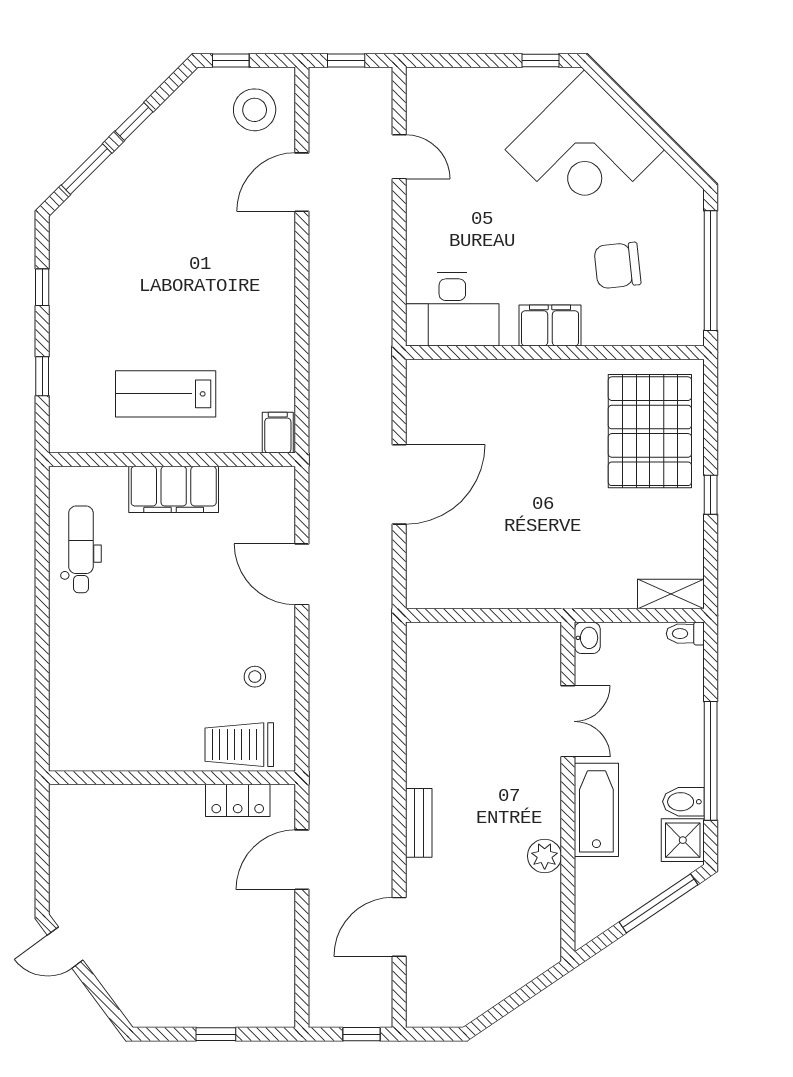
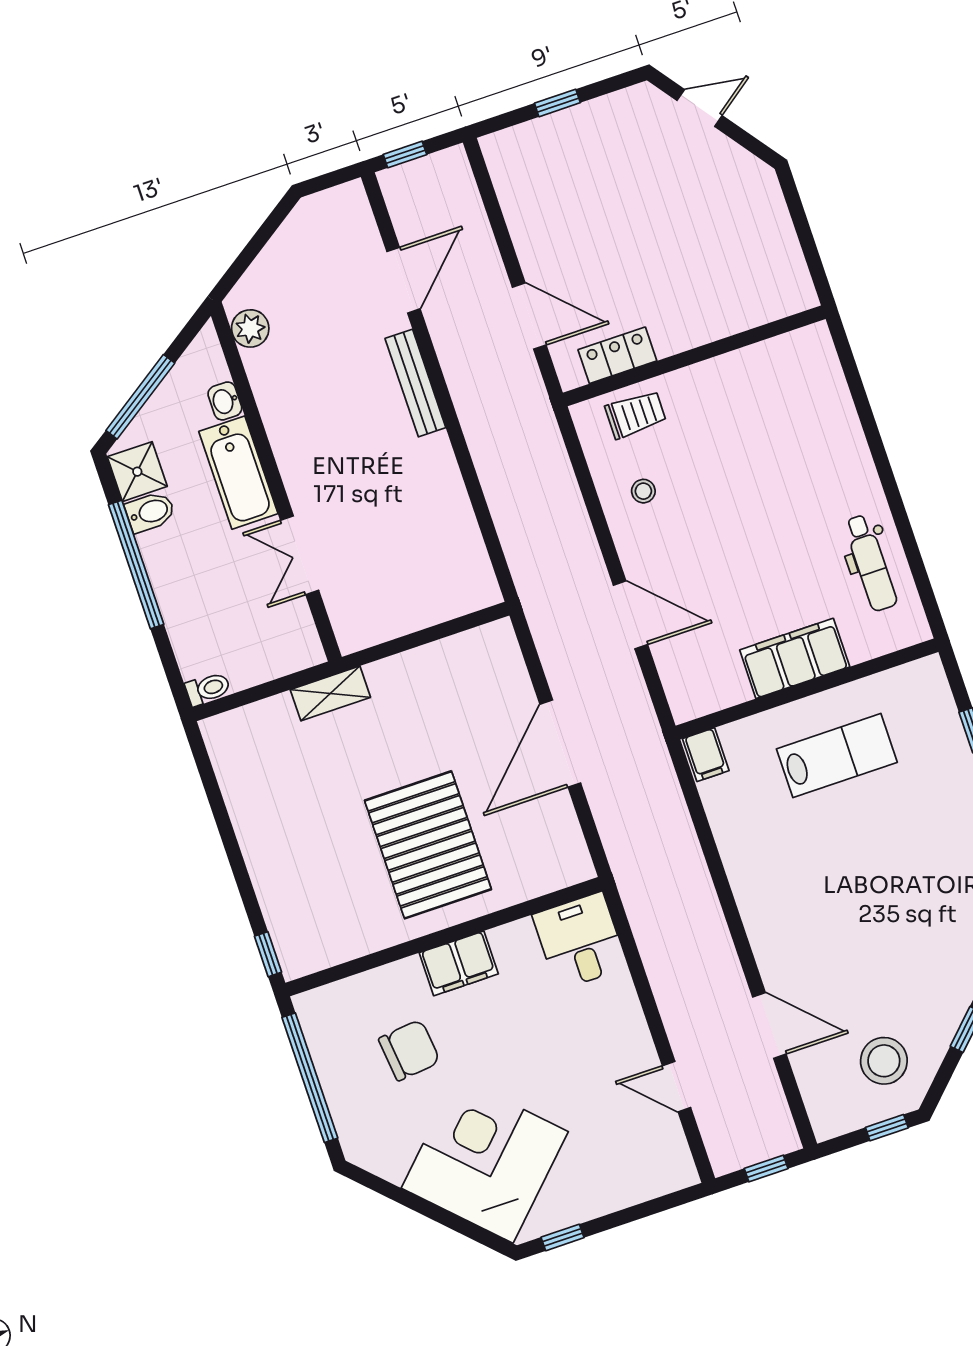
stool: (255, 110) -> (884, 1061), moved
door: (302, 182) -> (769, 1026), hinge flipped
desk: (452, 309) -> (580, 941), width x0.73
pallet: (650, 431) -> (428, 845), moved
window: (711, 495) -> (268, 954), moved
shelving: (671, 594) -> (330, 693), moved
washbasin: (587, 638) -> (225, 401), moved
trolley: (239, 745) -> (636, 414), width x0.73, depth x0.72
bench: (419, 823) -> (415, 383), width x1.36
plant: (545, 856) -> (250, 328), moved
door: (302, 860) -> (529, 316), hinge flipped
door: (65, 948) -> (700, 108), moved

